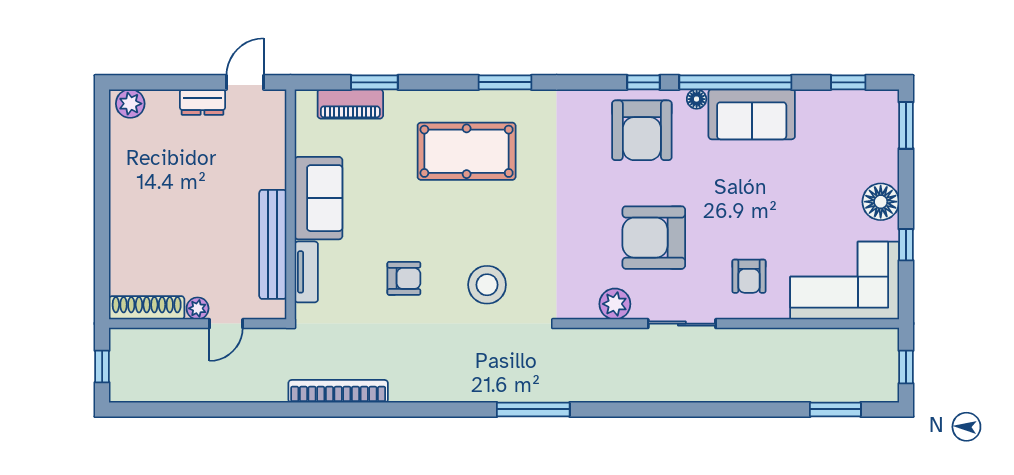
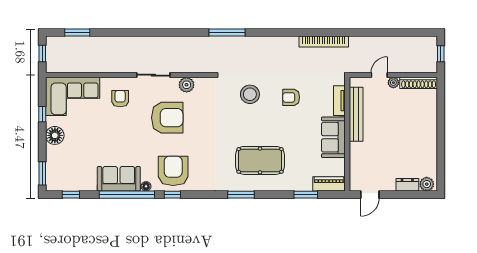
dresser: (202, 102) -> (407, 185), moved
piano: (350, 104) -> (329, 184), moved

